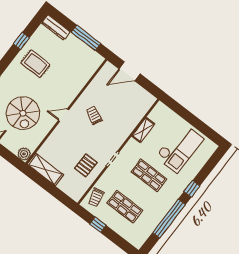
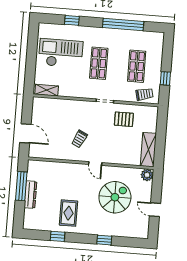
dresser: (56, 27) -> (30, 195), moved
shelving: (143, 130) -> (47, 90), moved
window: (192, 189) -> (72, 20), moved

